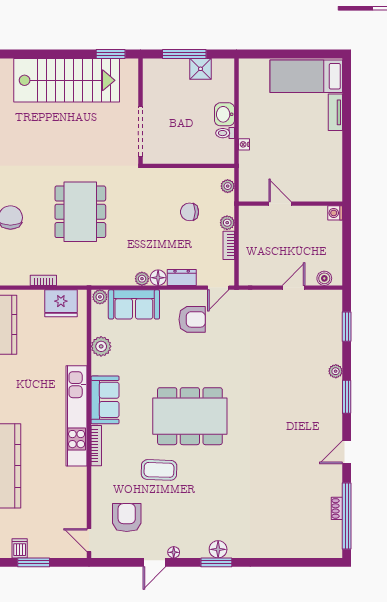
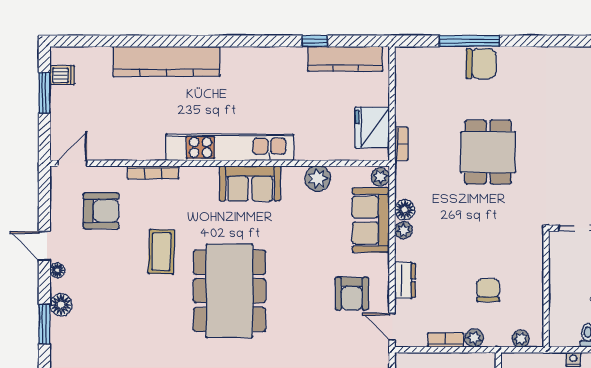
dining table: (80, 212) -> (488, 152), width x0.73
floor lamp: (158, 278) -> (405, 210), moved
bookcase: (43, 280) -> (401, 144), moved
bookcase: (96, 446) -> (153, 172), moved
floor lamp: (218, 549) -> (61, 305), moved

